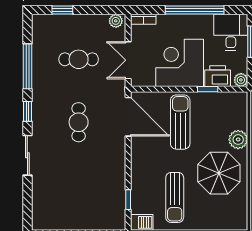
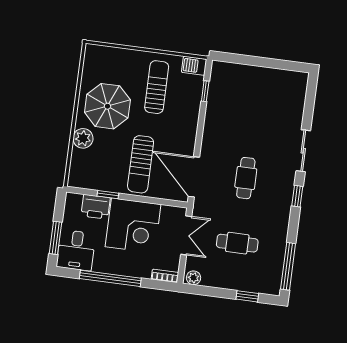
window: (27, 66) -> (288, 266), moved
plant: (241, 80) -> (72, 200), removed

